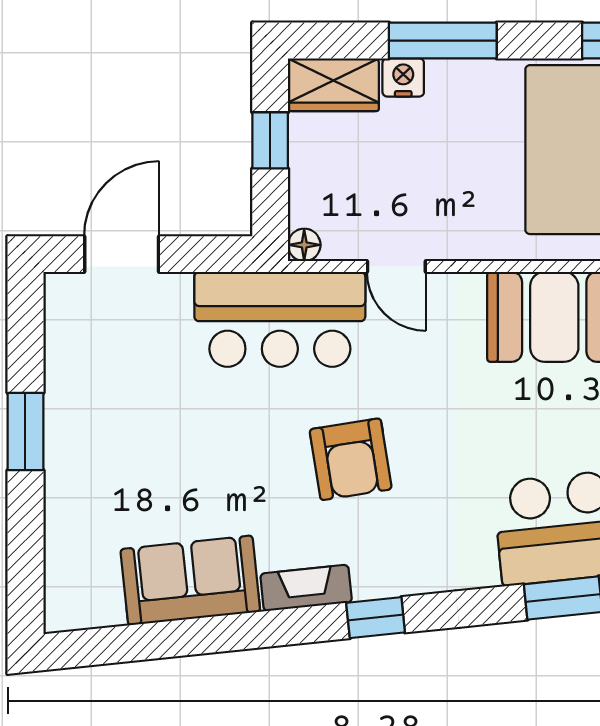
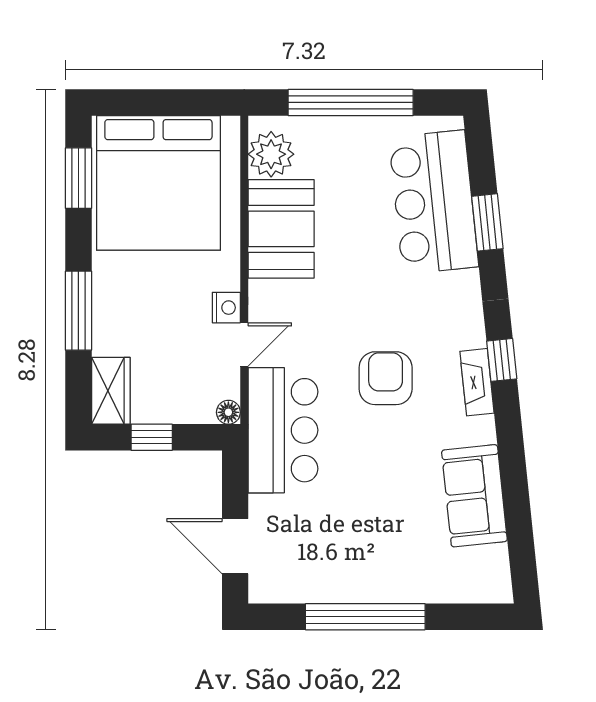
nightstand: (403, 77) -> (226, 308), moved, turned 180
window: (25, 432) -> (365, 617), width x2.11
armchair: (351, 459) -> (386, 378), turned -81
fireplace: (306, 588) -> (477, 382), moved

